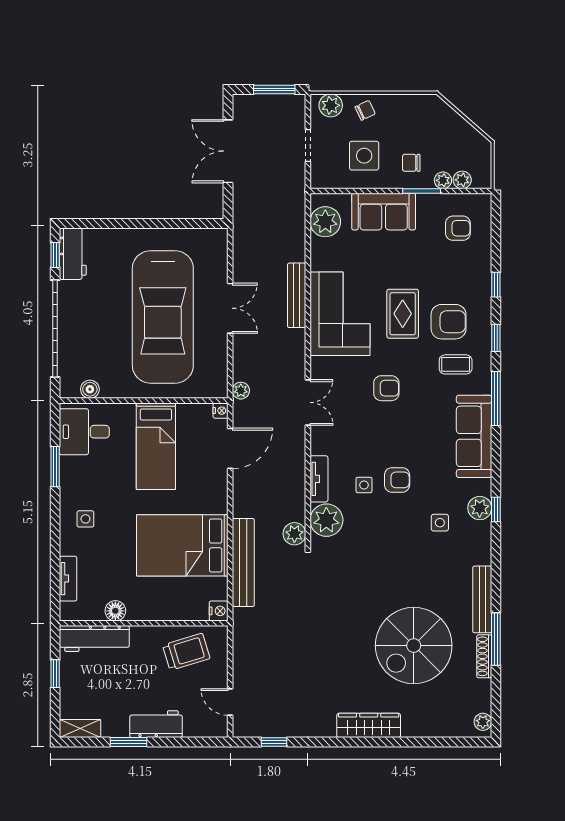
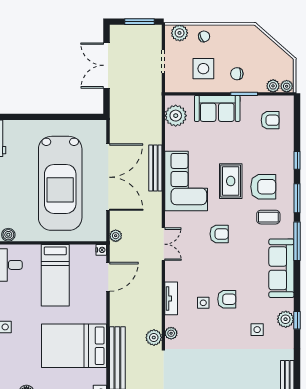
plant: (443, 180) -> (287, 86), moved
double door: (230, 308) -> (108, 177), width x1.87
window: (496, 338) -> (297, 198), width x1.50
plant: (326, 520) -> (171, 333), width x0.53, depth x0.53

